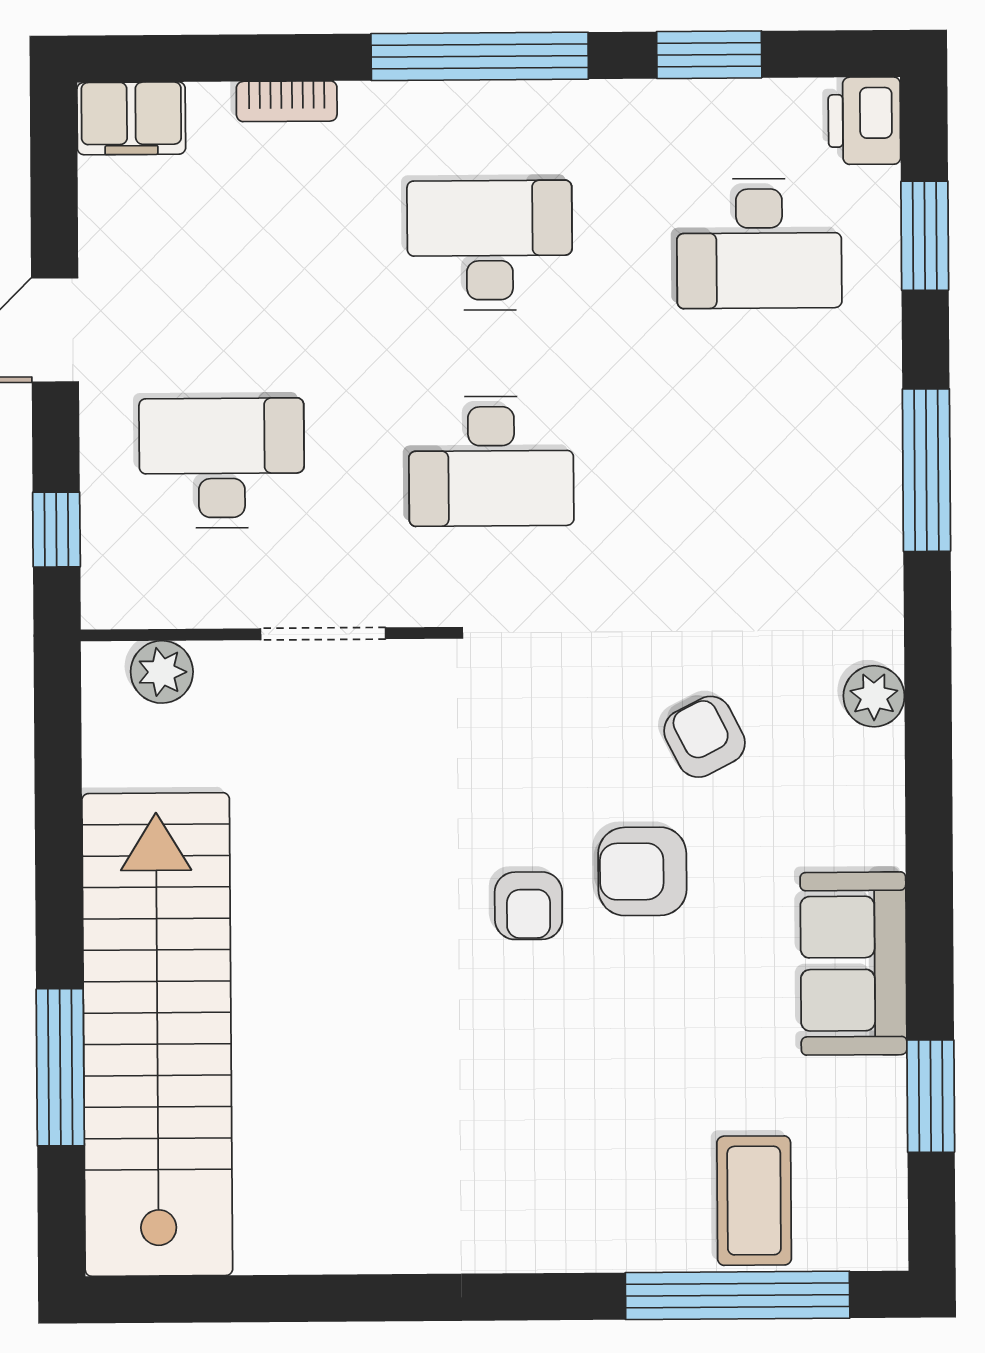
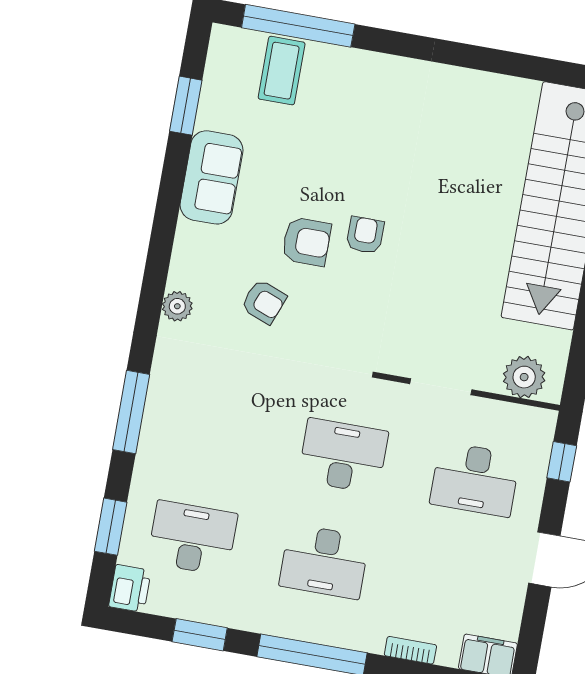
plant: (162, 672) -> (524, 377), width x1.36, depth x1.36
armchair: (704, 737) -> (264, 302), turned -42

